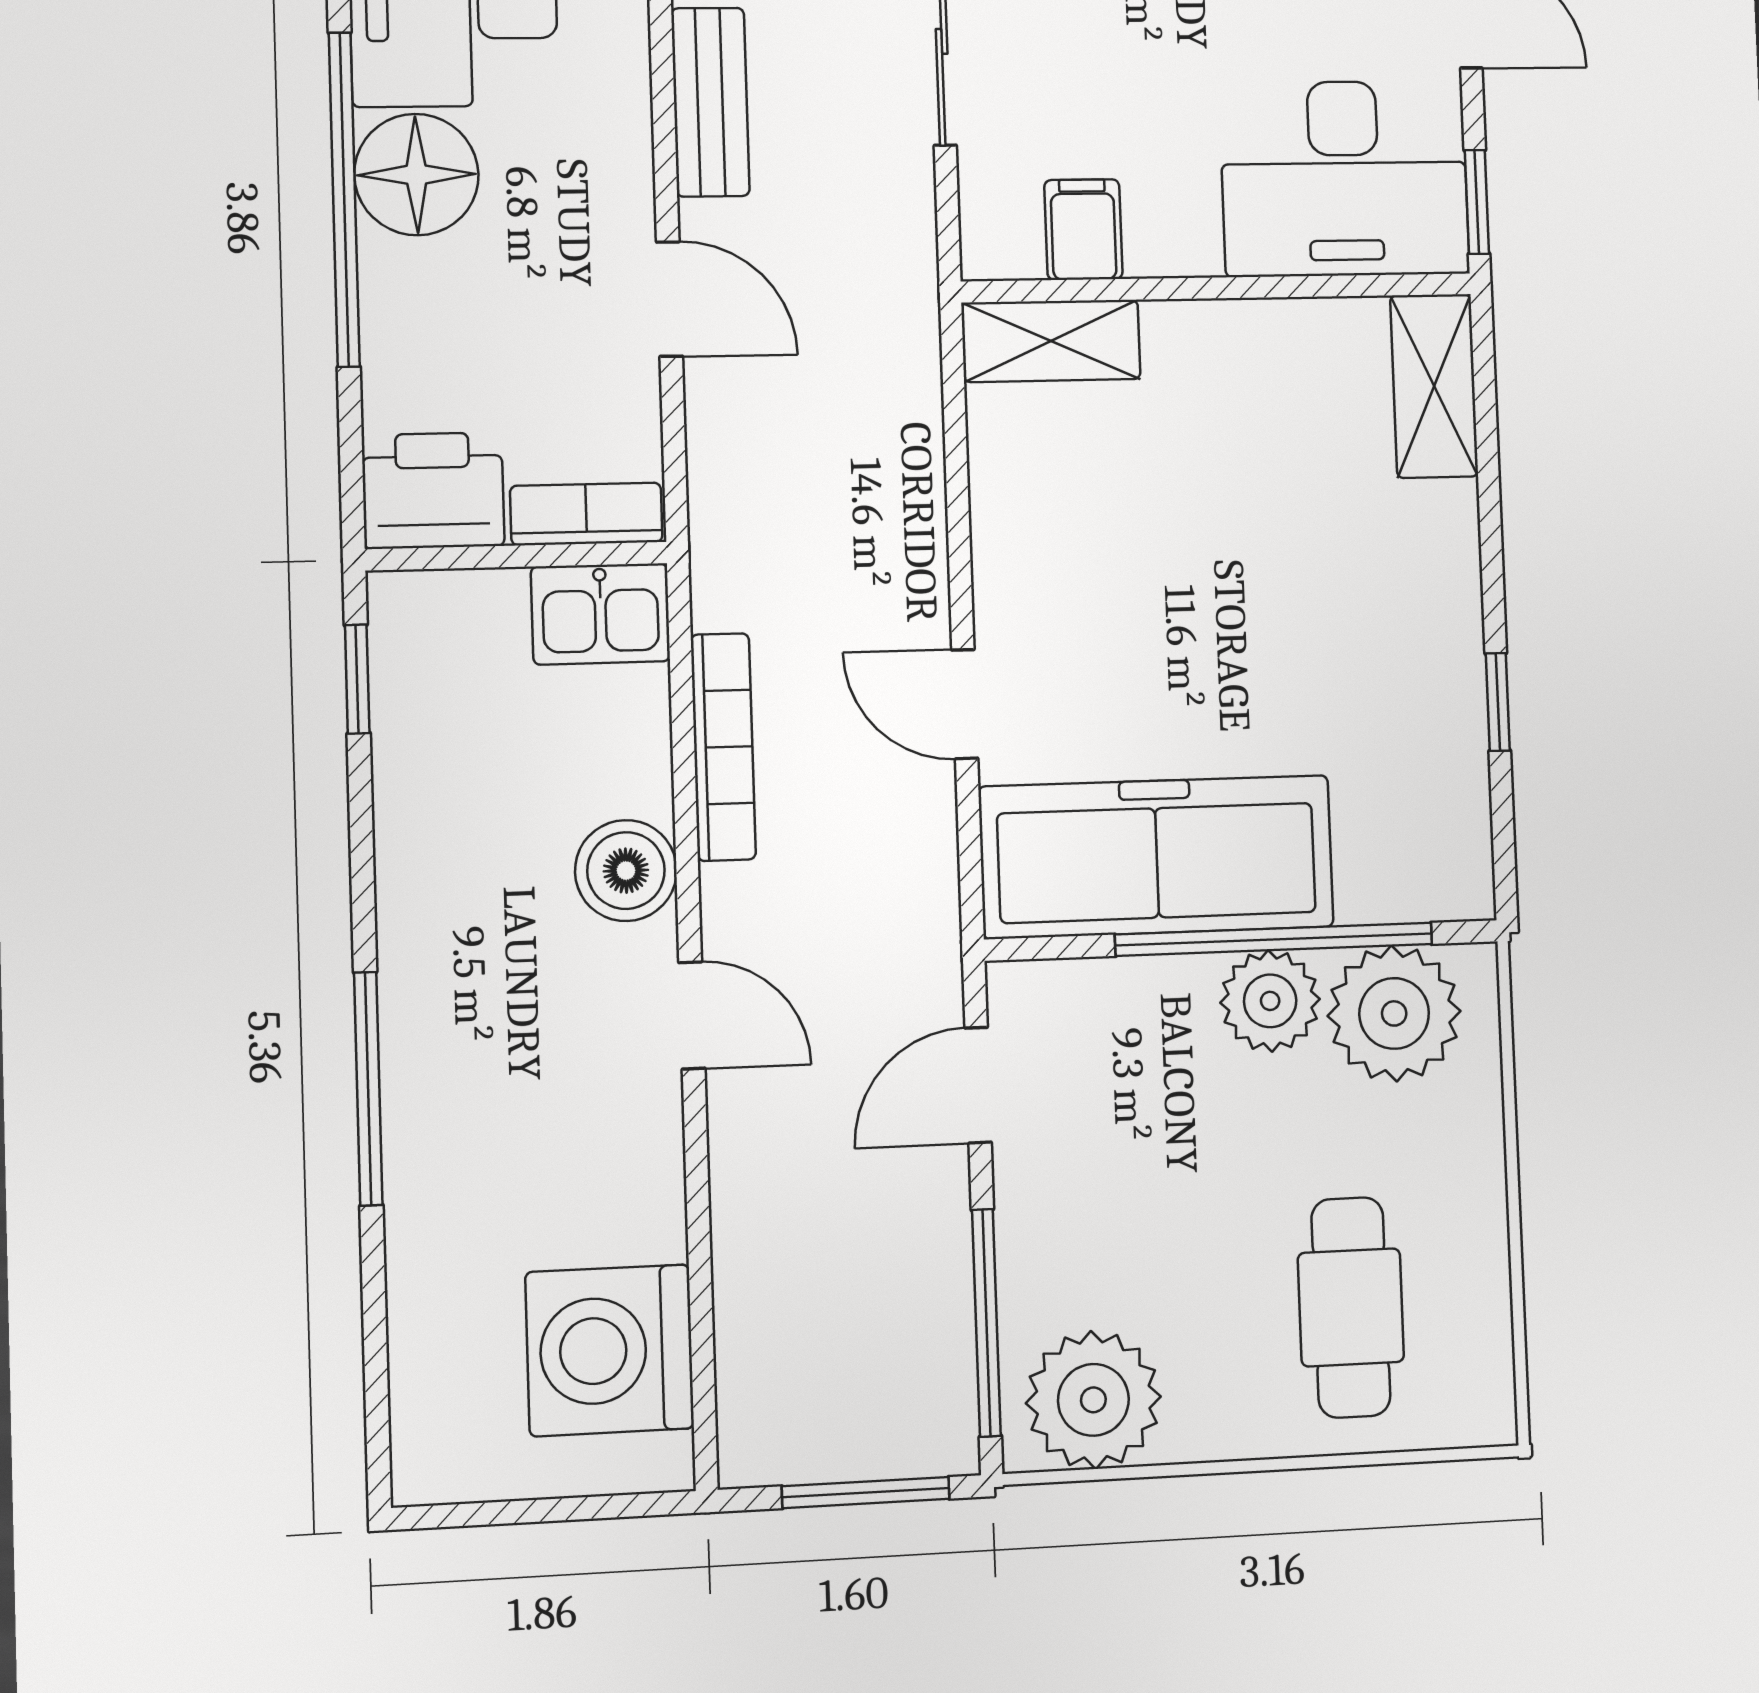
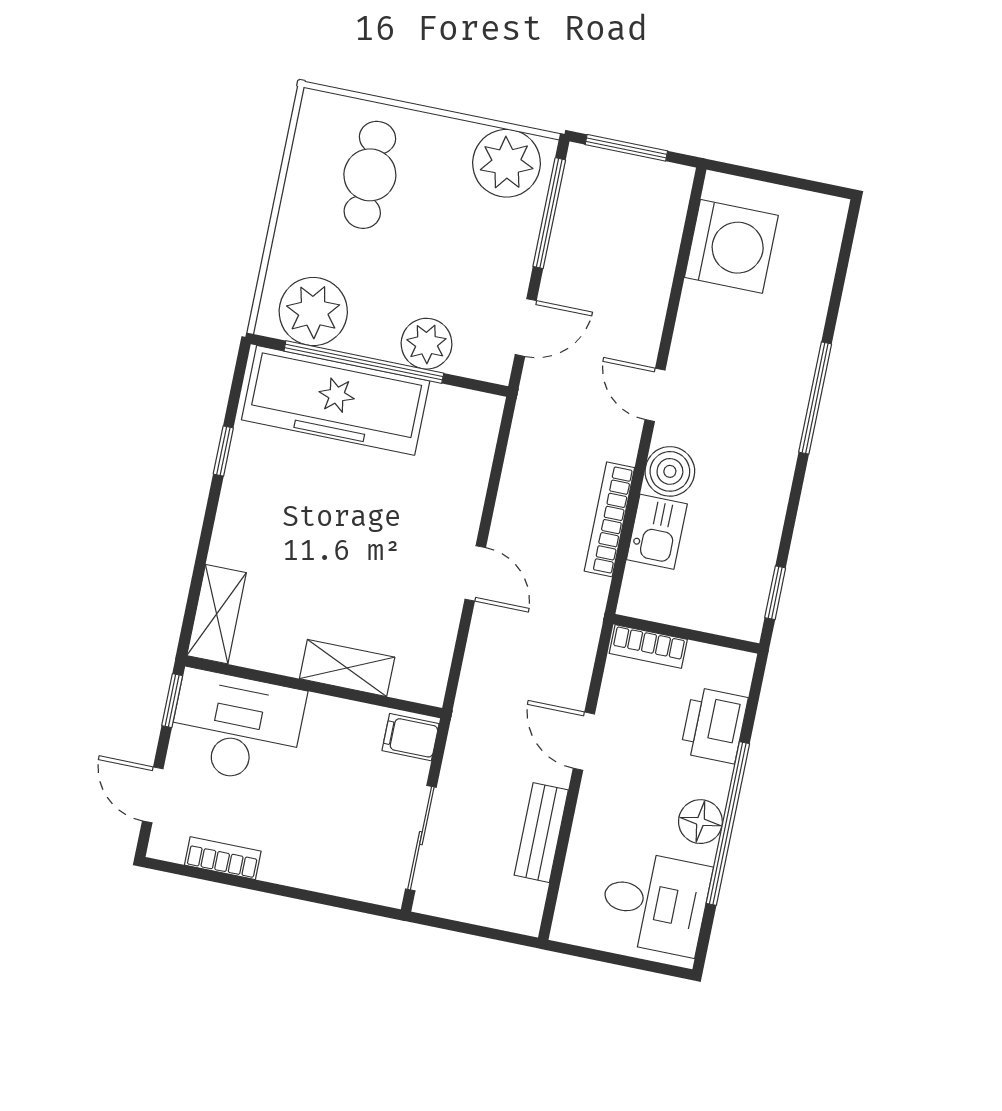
floor lamp: (416, 175) -> (700, 822), width x0.73, depth x0.73
filing cabinet: (1083, 230) -> (410, 737), moved, turned 90
shelving: (1051, 341) -> (347, 668), moved
printer: (433, 490) -> (714, 725), moved, turned 90
kitchen sink: (601, 614) -> (657, 532), moved, turned 90
door: (965, 704) -> (475, 573), moved
freezer: (1157, 857) -> (336, 400), moved
plant: (1270, 1001) -> (427, 344), moved

